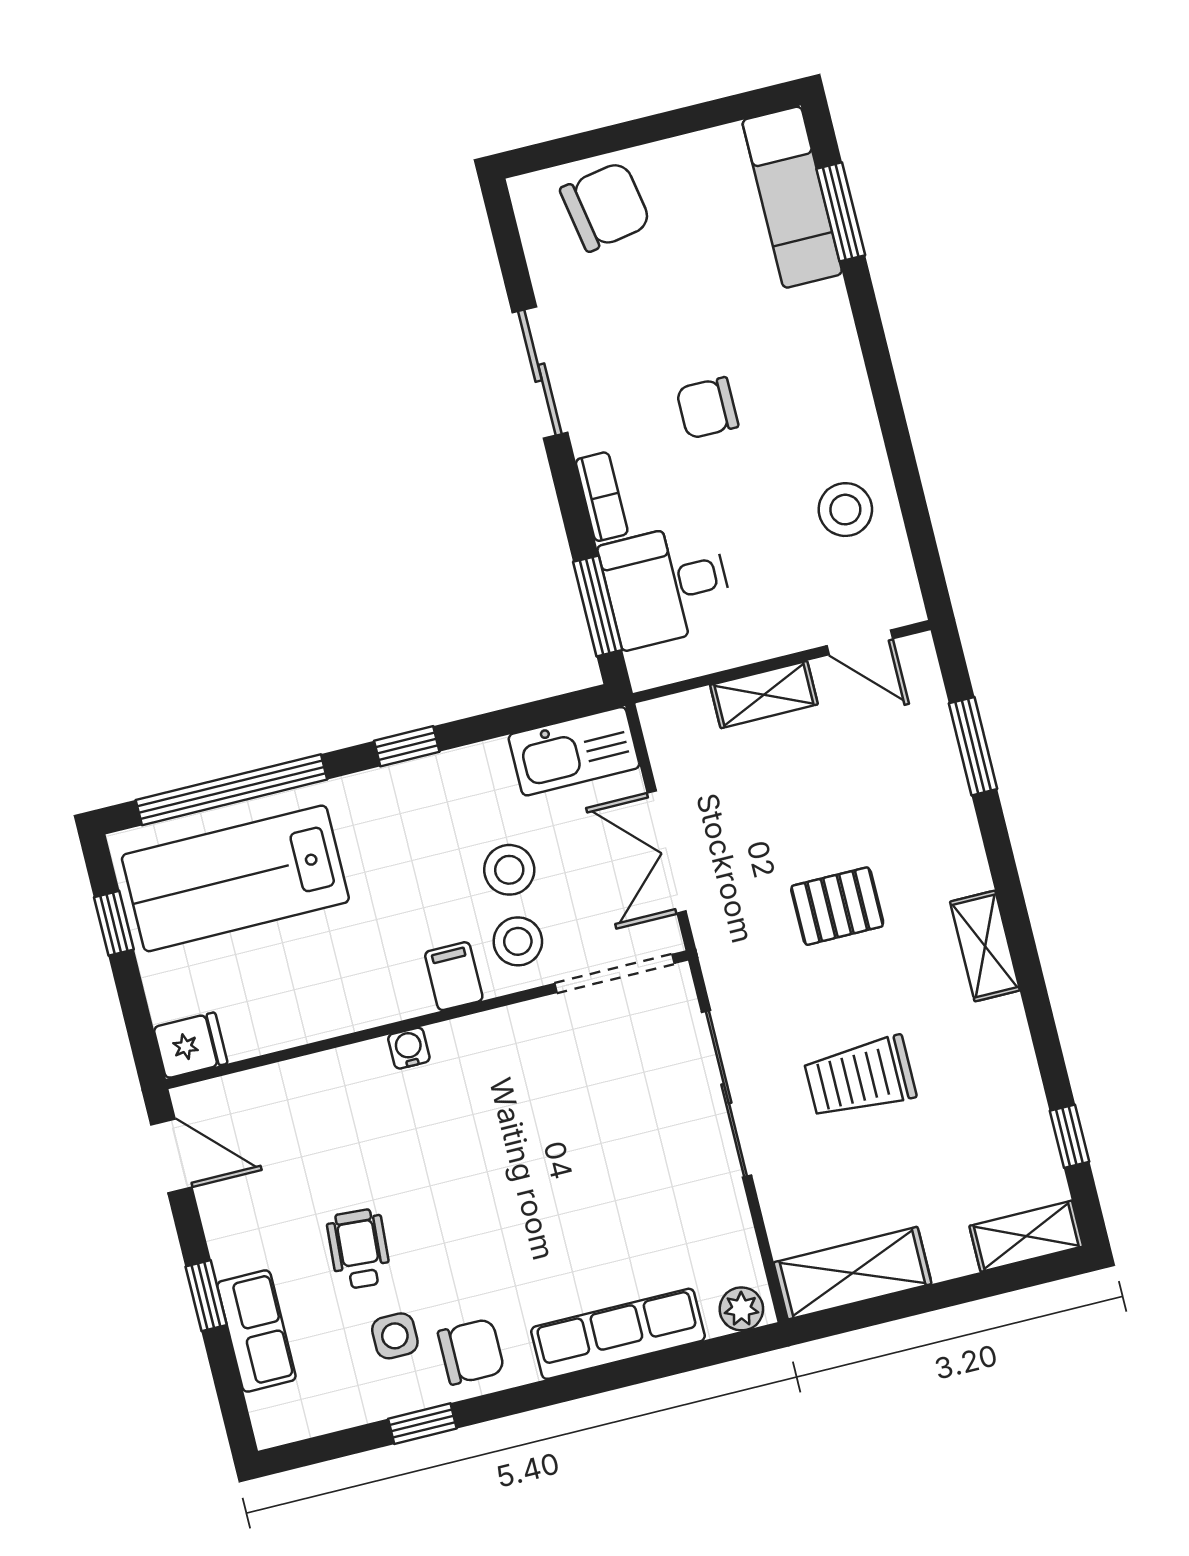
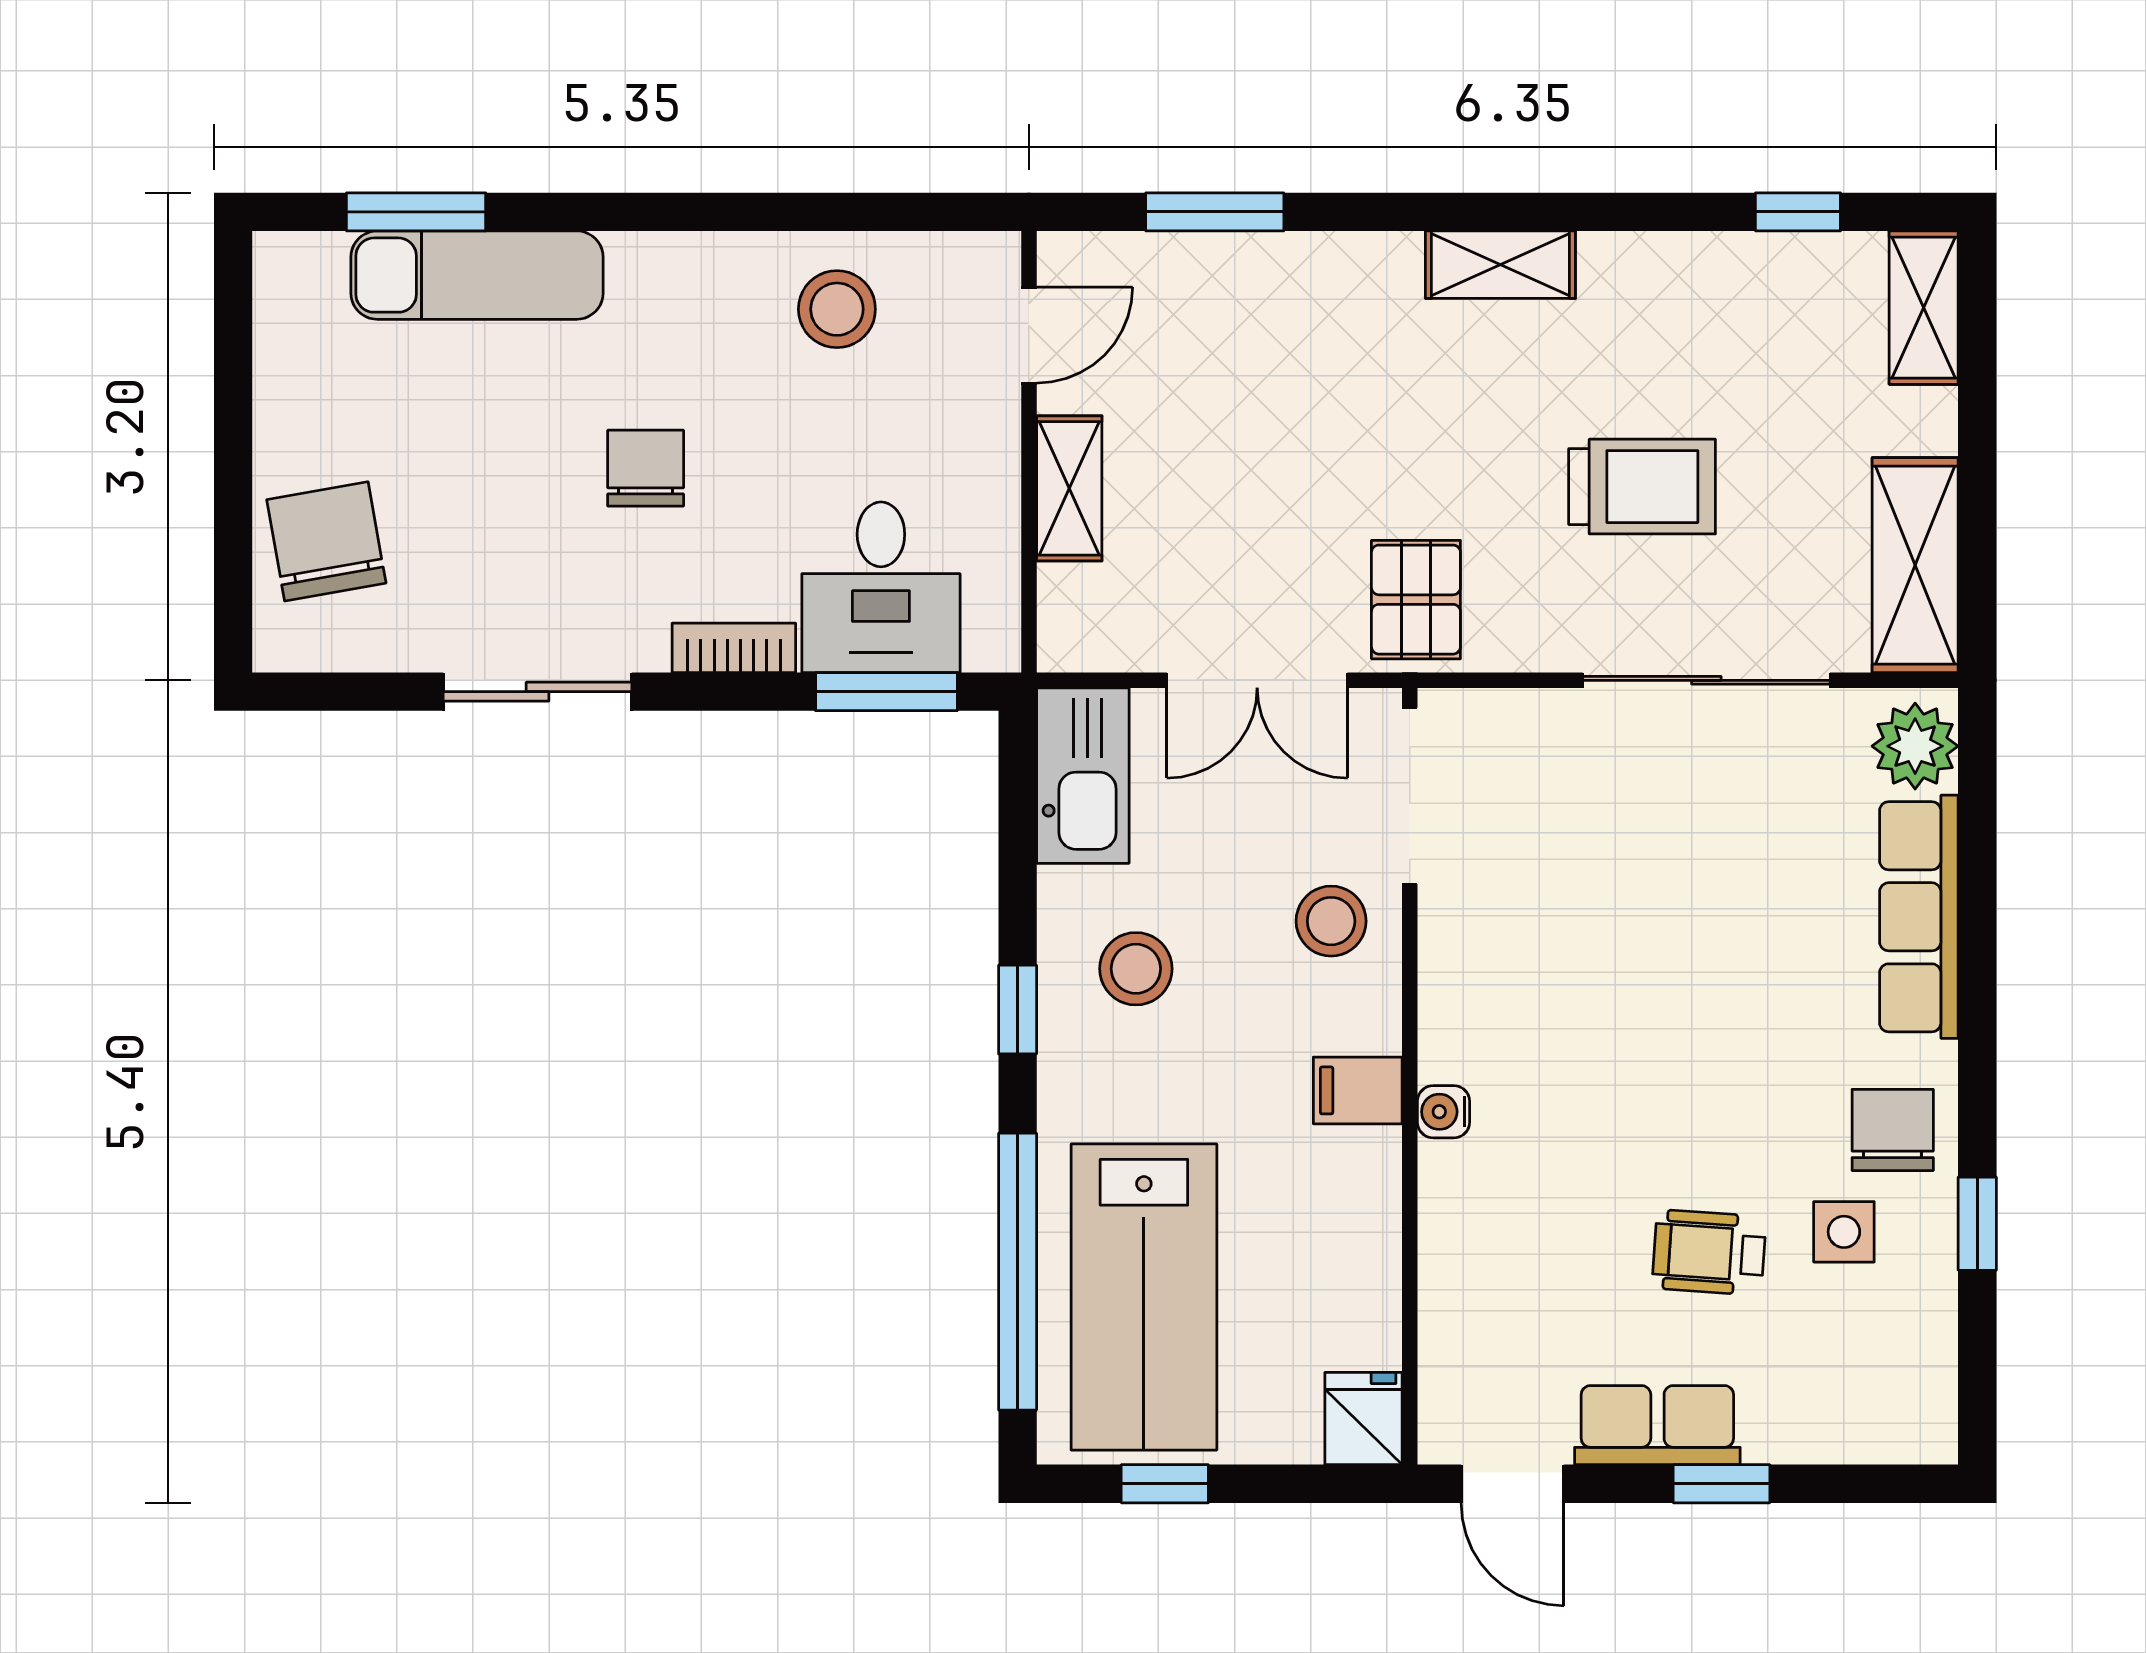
exam couch: (792, 197) -> (477, 275), moved
chair: (707, 408) -> (646, 468), turned 180
stool: (509, 870) -> (1136, 969), moved
pallet: (837, 906) -> (1416, 600), moved
filing cabinet: (454, 976) -> (1358, 1090), moved
trolley: (860, 1077) -> (1642, 487), turned -90
sliding door: (726, 1094) -> (1706, 680), moved
door: (171, 1156) -> (1512, 1484), swing flipped
plant: (741, 1309) -> (1915, 746), width x1.38, depth x1.38
row of seats: (256, 1331) -> (1657, 1425), moved

